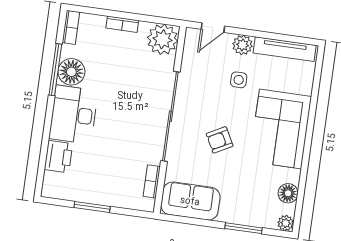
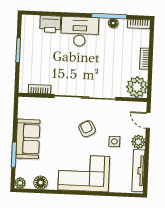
floor lamp: (71, 72) -> (113, 23), width x0.53, depth x0.53
armchair: (220, 140) -> (87, 129), moved
sofa: (190, 201) -> (28, 139), moved

